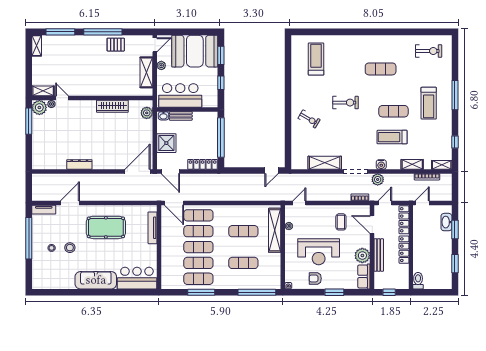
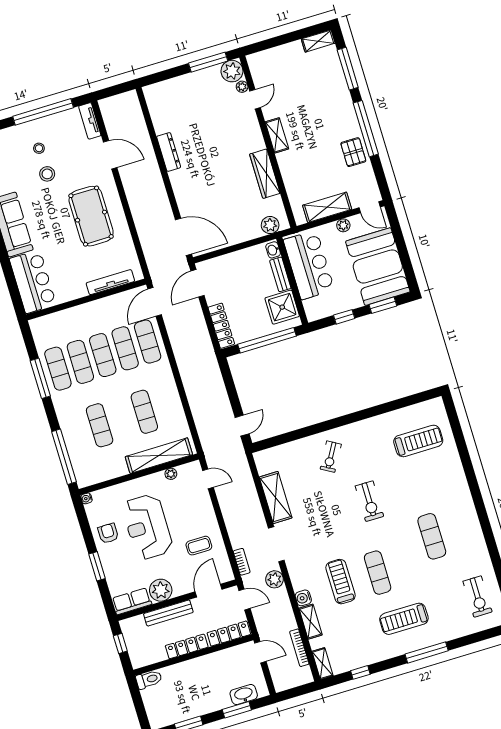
shelving: (43, 91) -> (277, 135), moved
shower: (166, 143) -> (282, 307), moved
water cooler: (381, 164) -> (303, 598), moved
door: (271, 170) -> (242, 426), swing flipped

